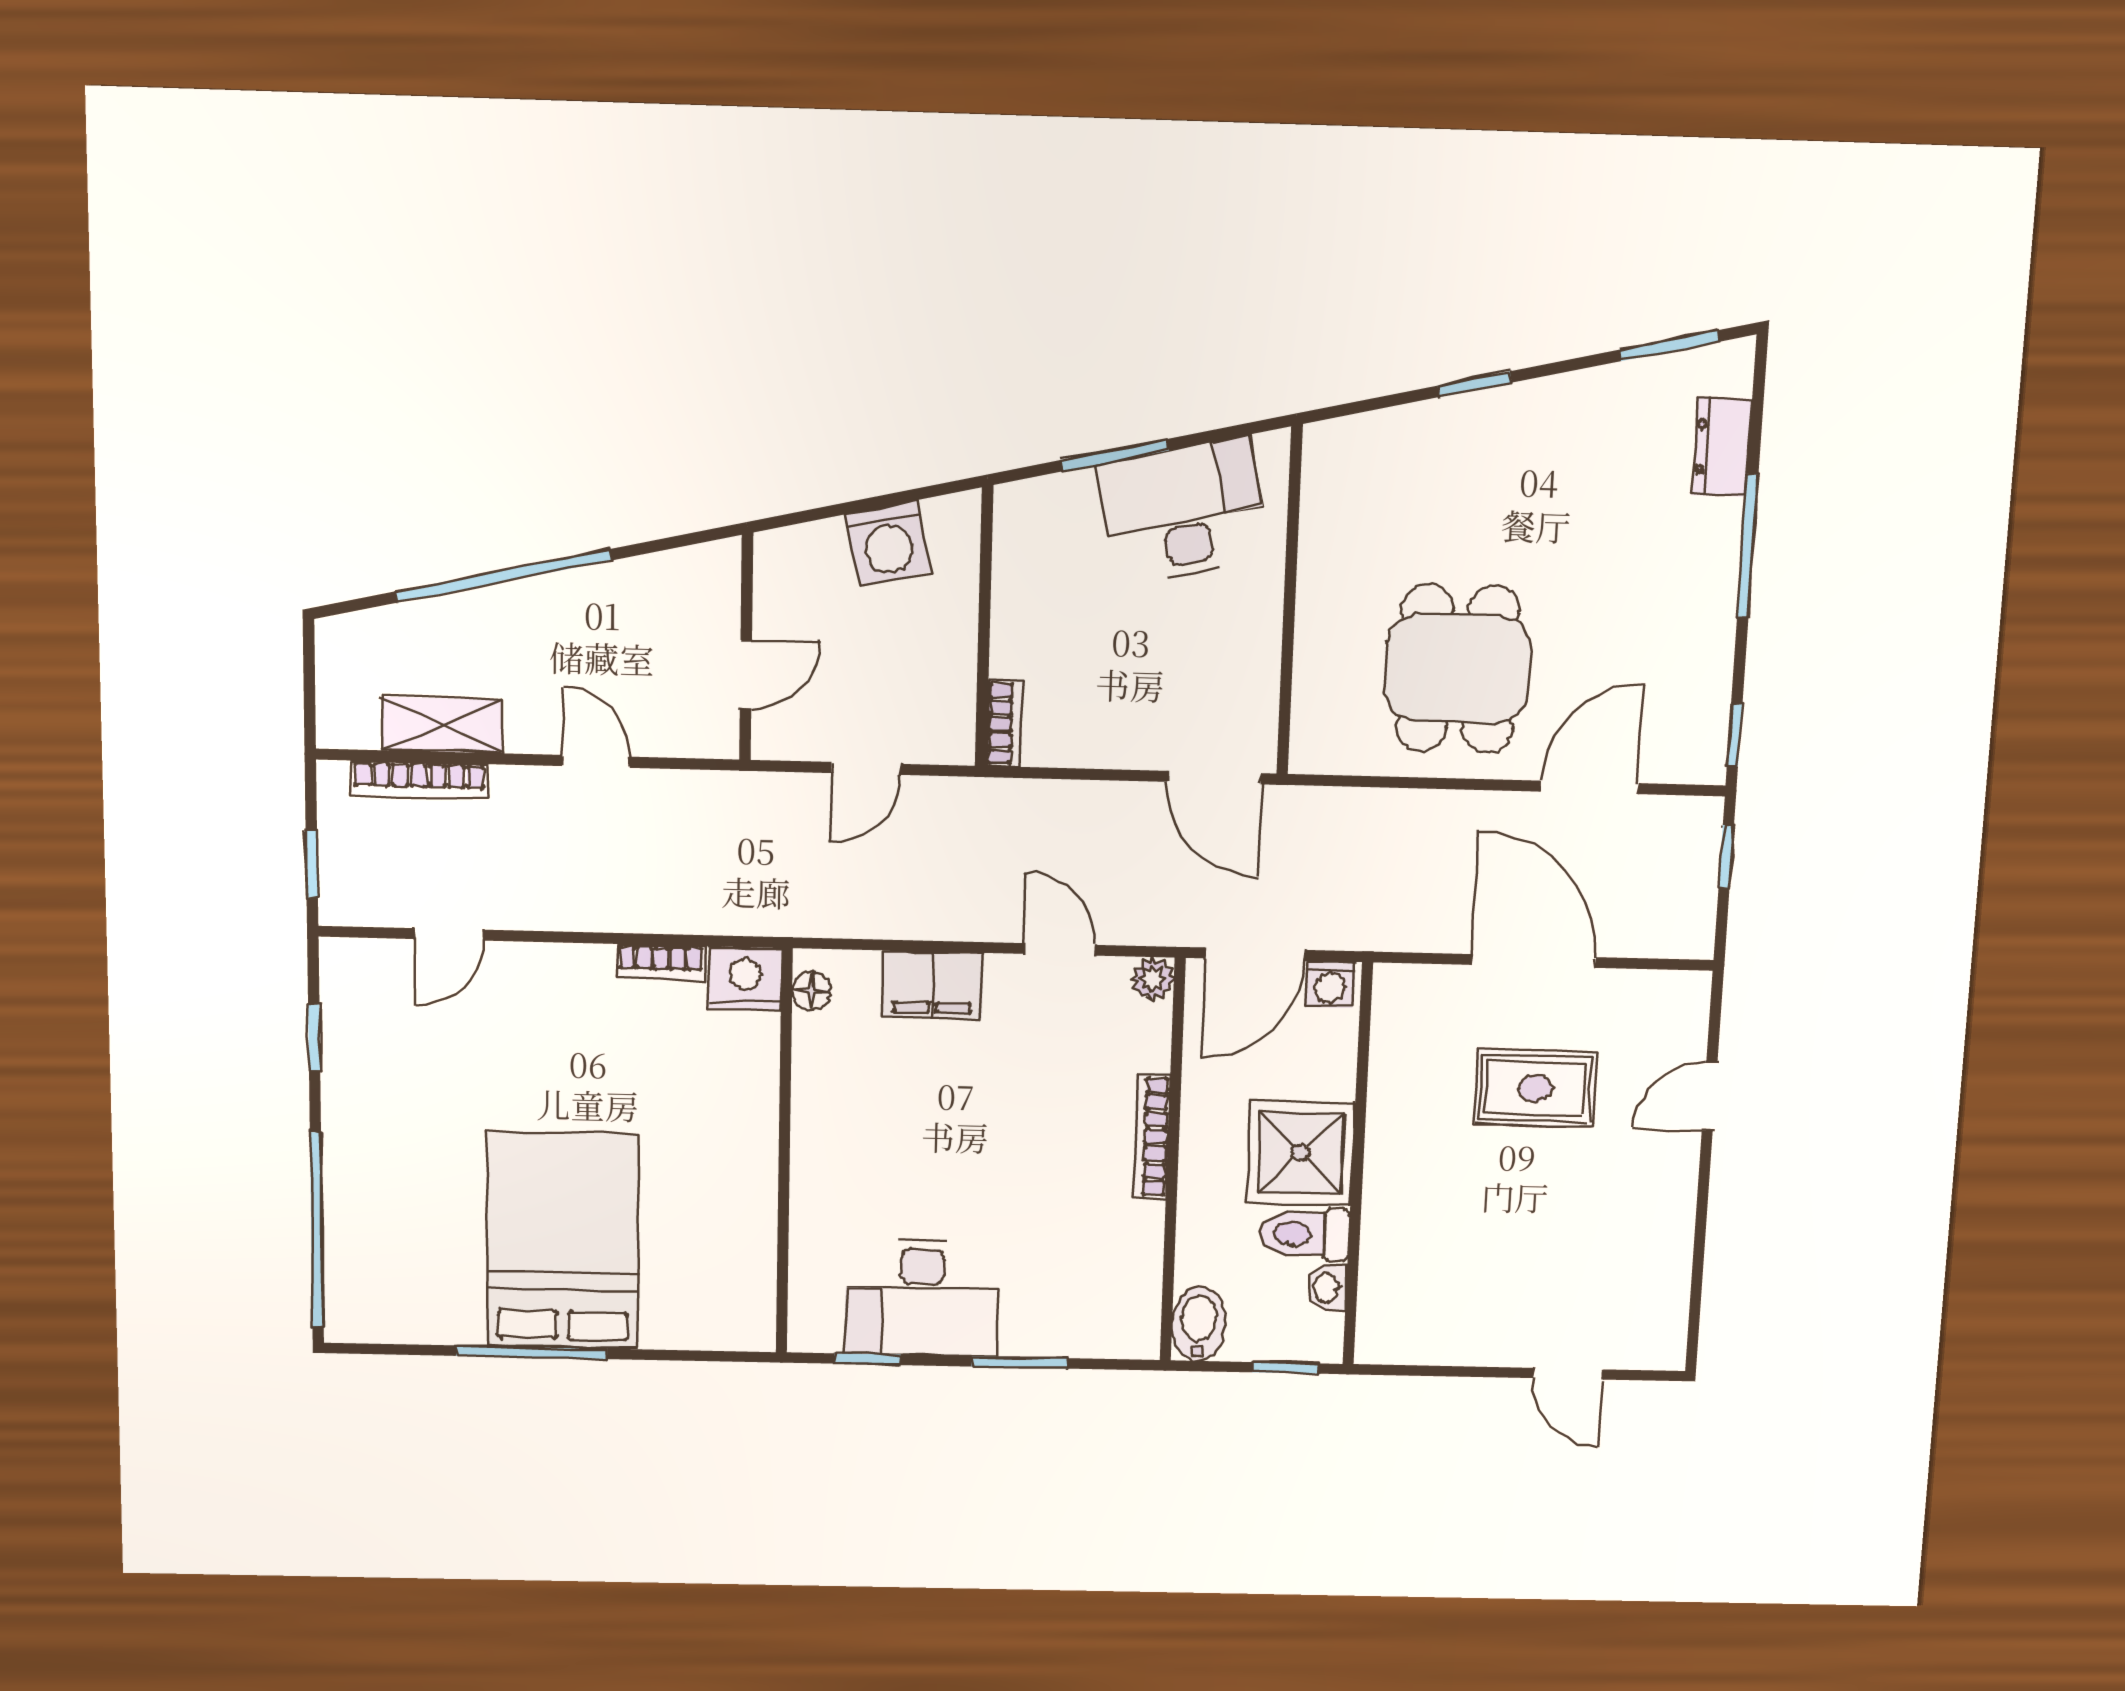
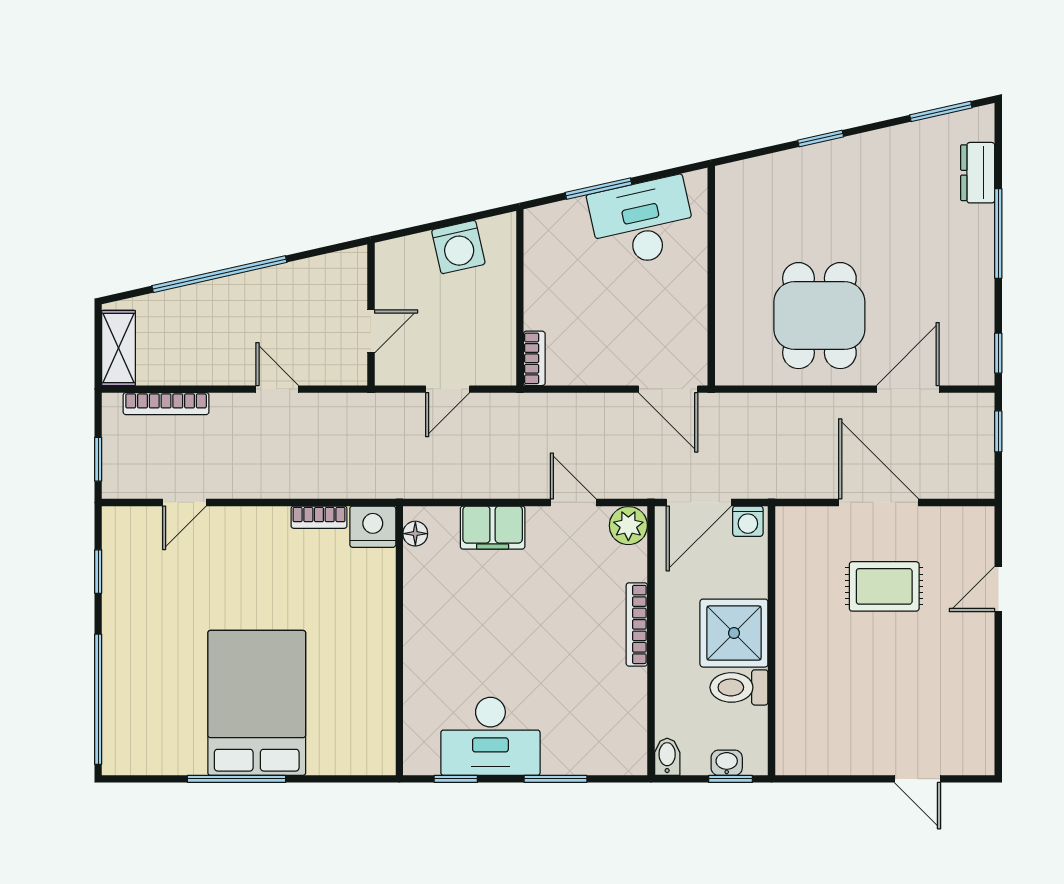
shelving: (442, 725) -> (119, 348), moved, turned 90
plant: (1152, 979) -> (628, 526), width x1.38, depth x1.38
washbasin: (1327, 1288) -> (727, 763), moved, turned 90
bidet: (1199, 1324) -> (667, 757), width x0.72, depth x0.74

